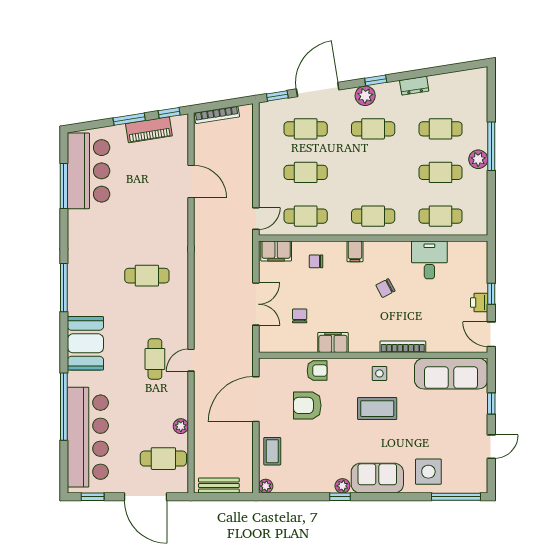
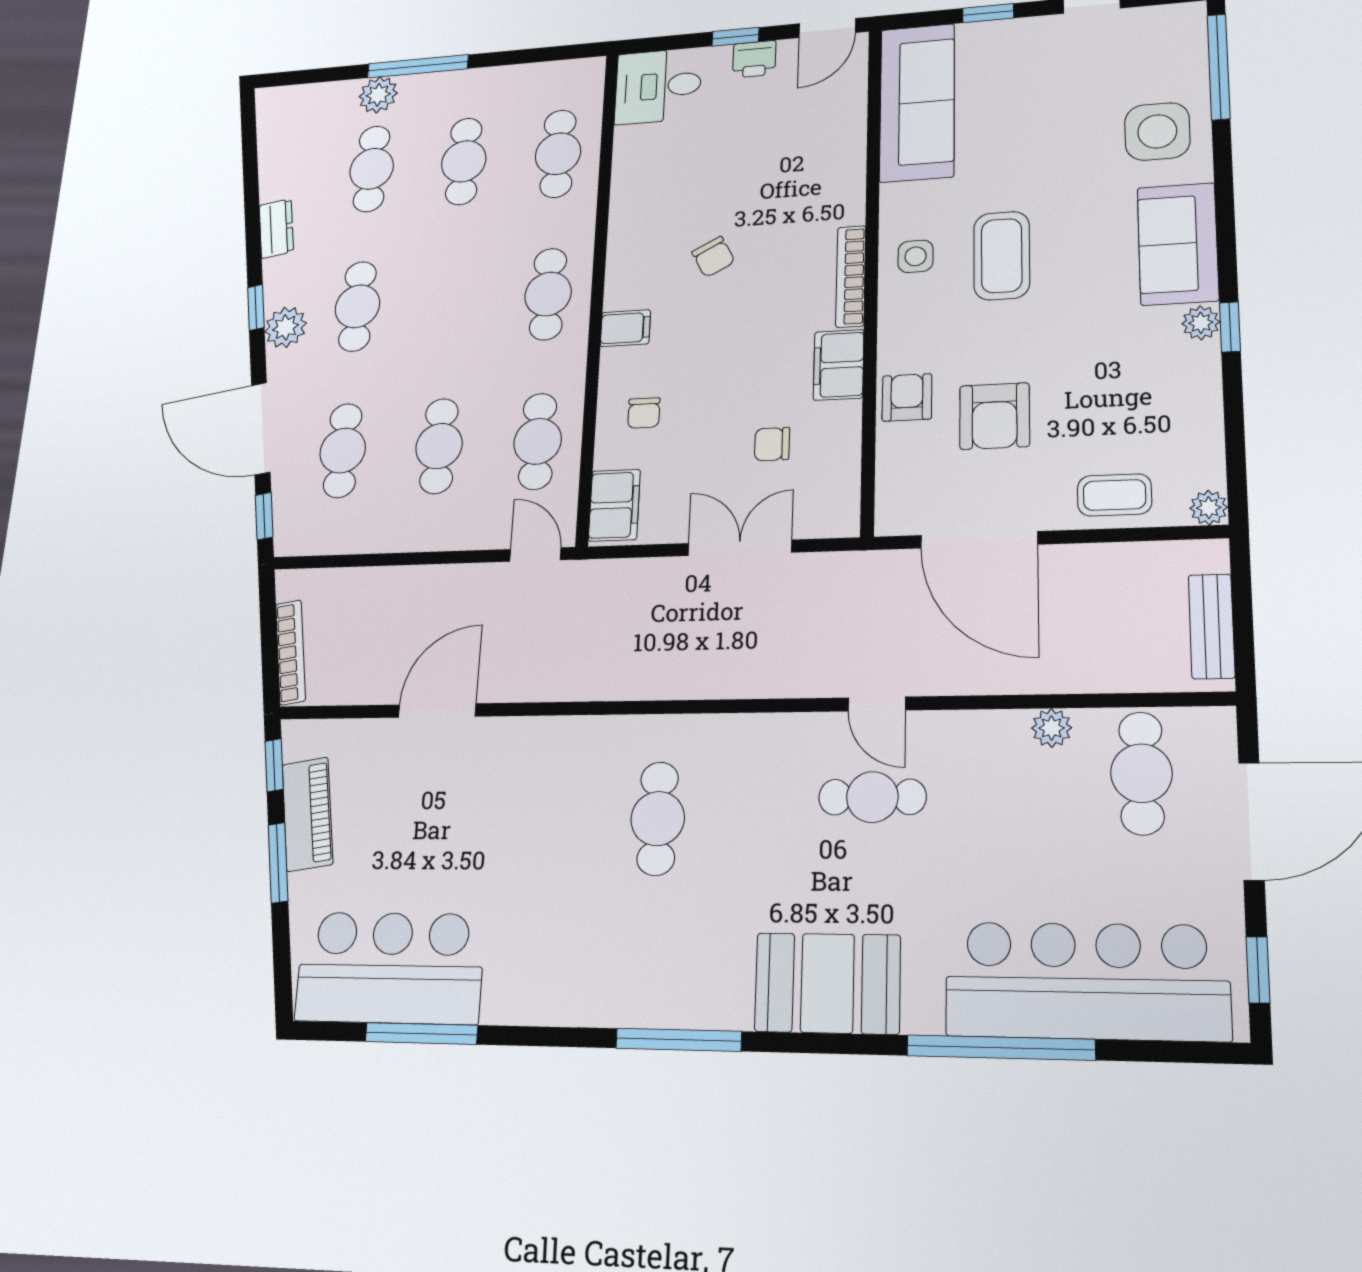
plant: (478, 159) -> (378, 95), moved
desk: (429, 260) -> (658, 86), moved
bookcase: (403, 347) -> (851, 276), moved

